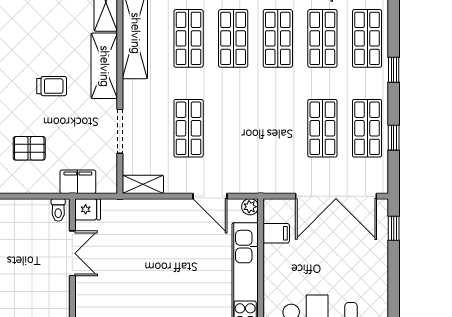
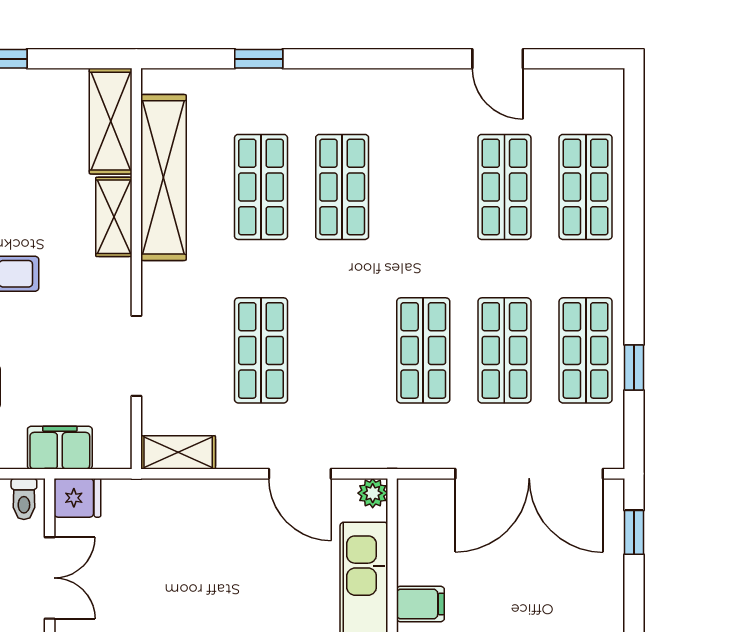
shop shelf: (278, 38) -> (423, 350), moved
shelving: (104, 66) -> (114, 217), width x0.67, depth x0.75
window: (394, 70) -> (634, 244), removed
filing cabinet: (276, 233) -> (420, 604), moved

